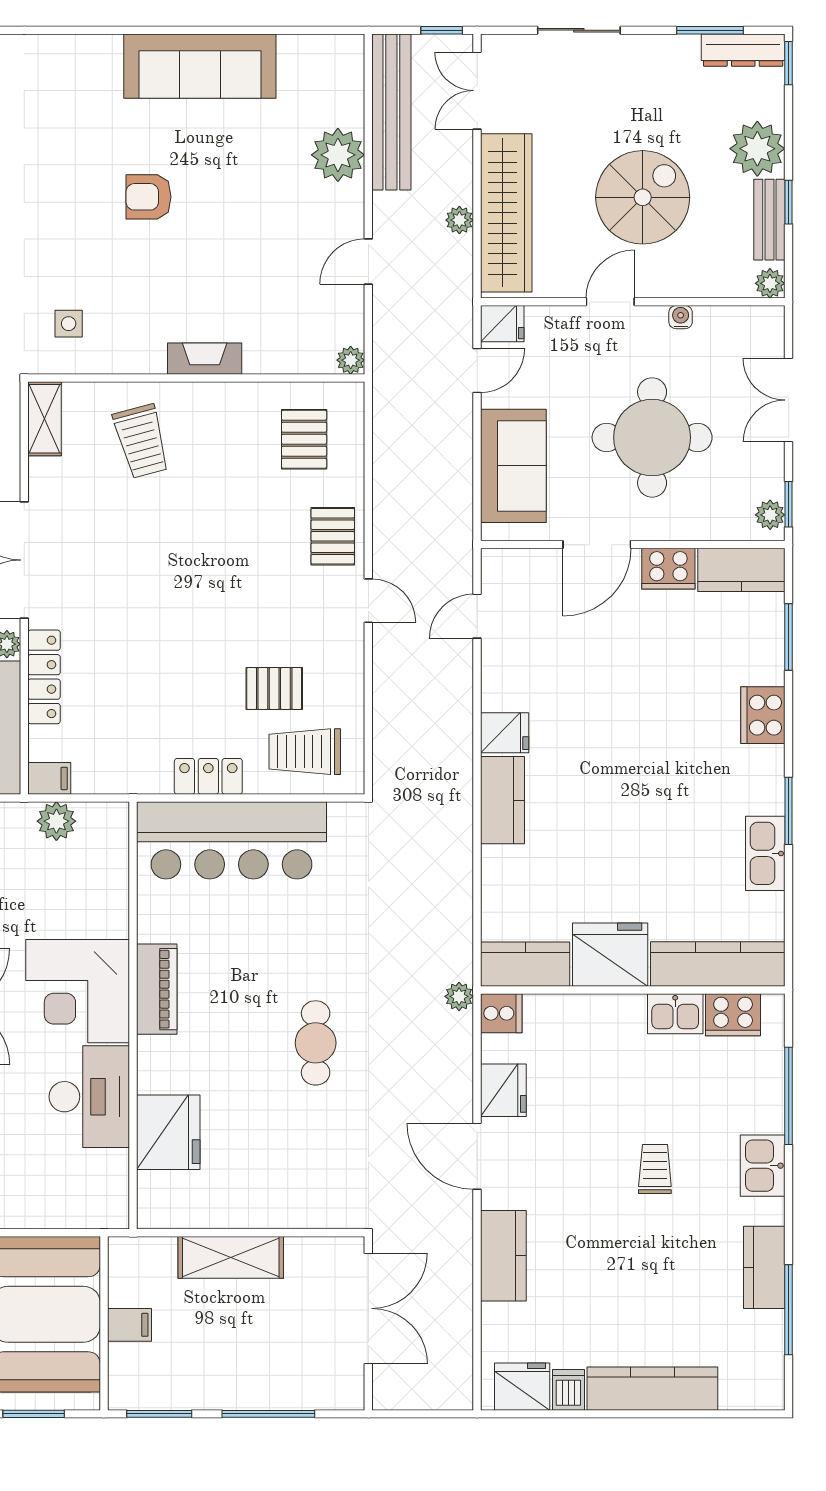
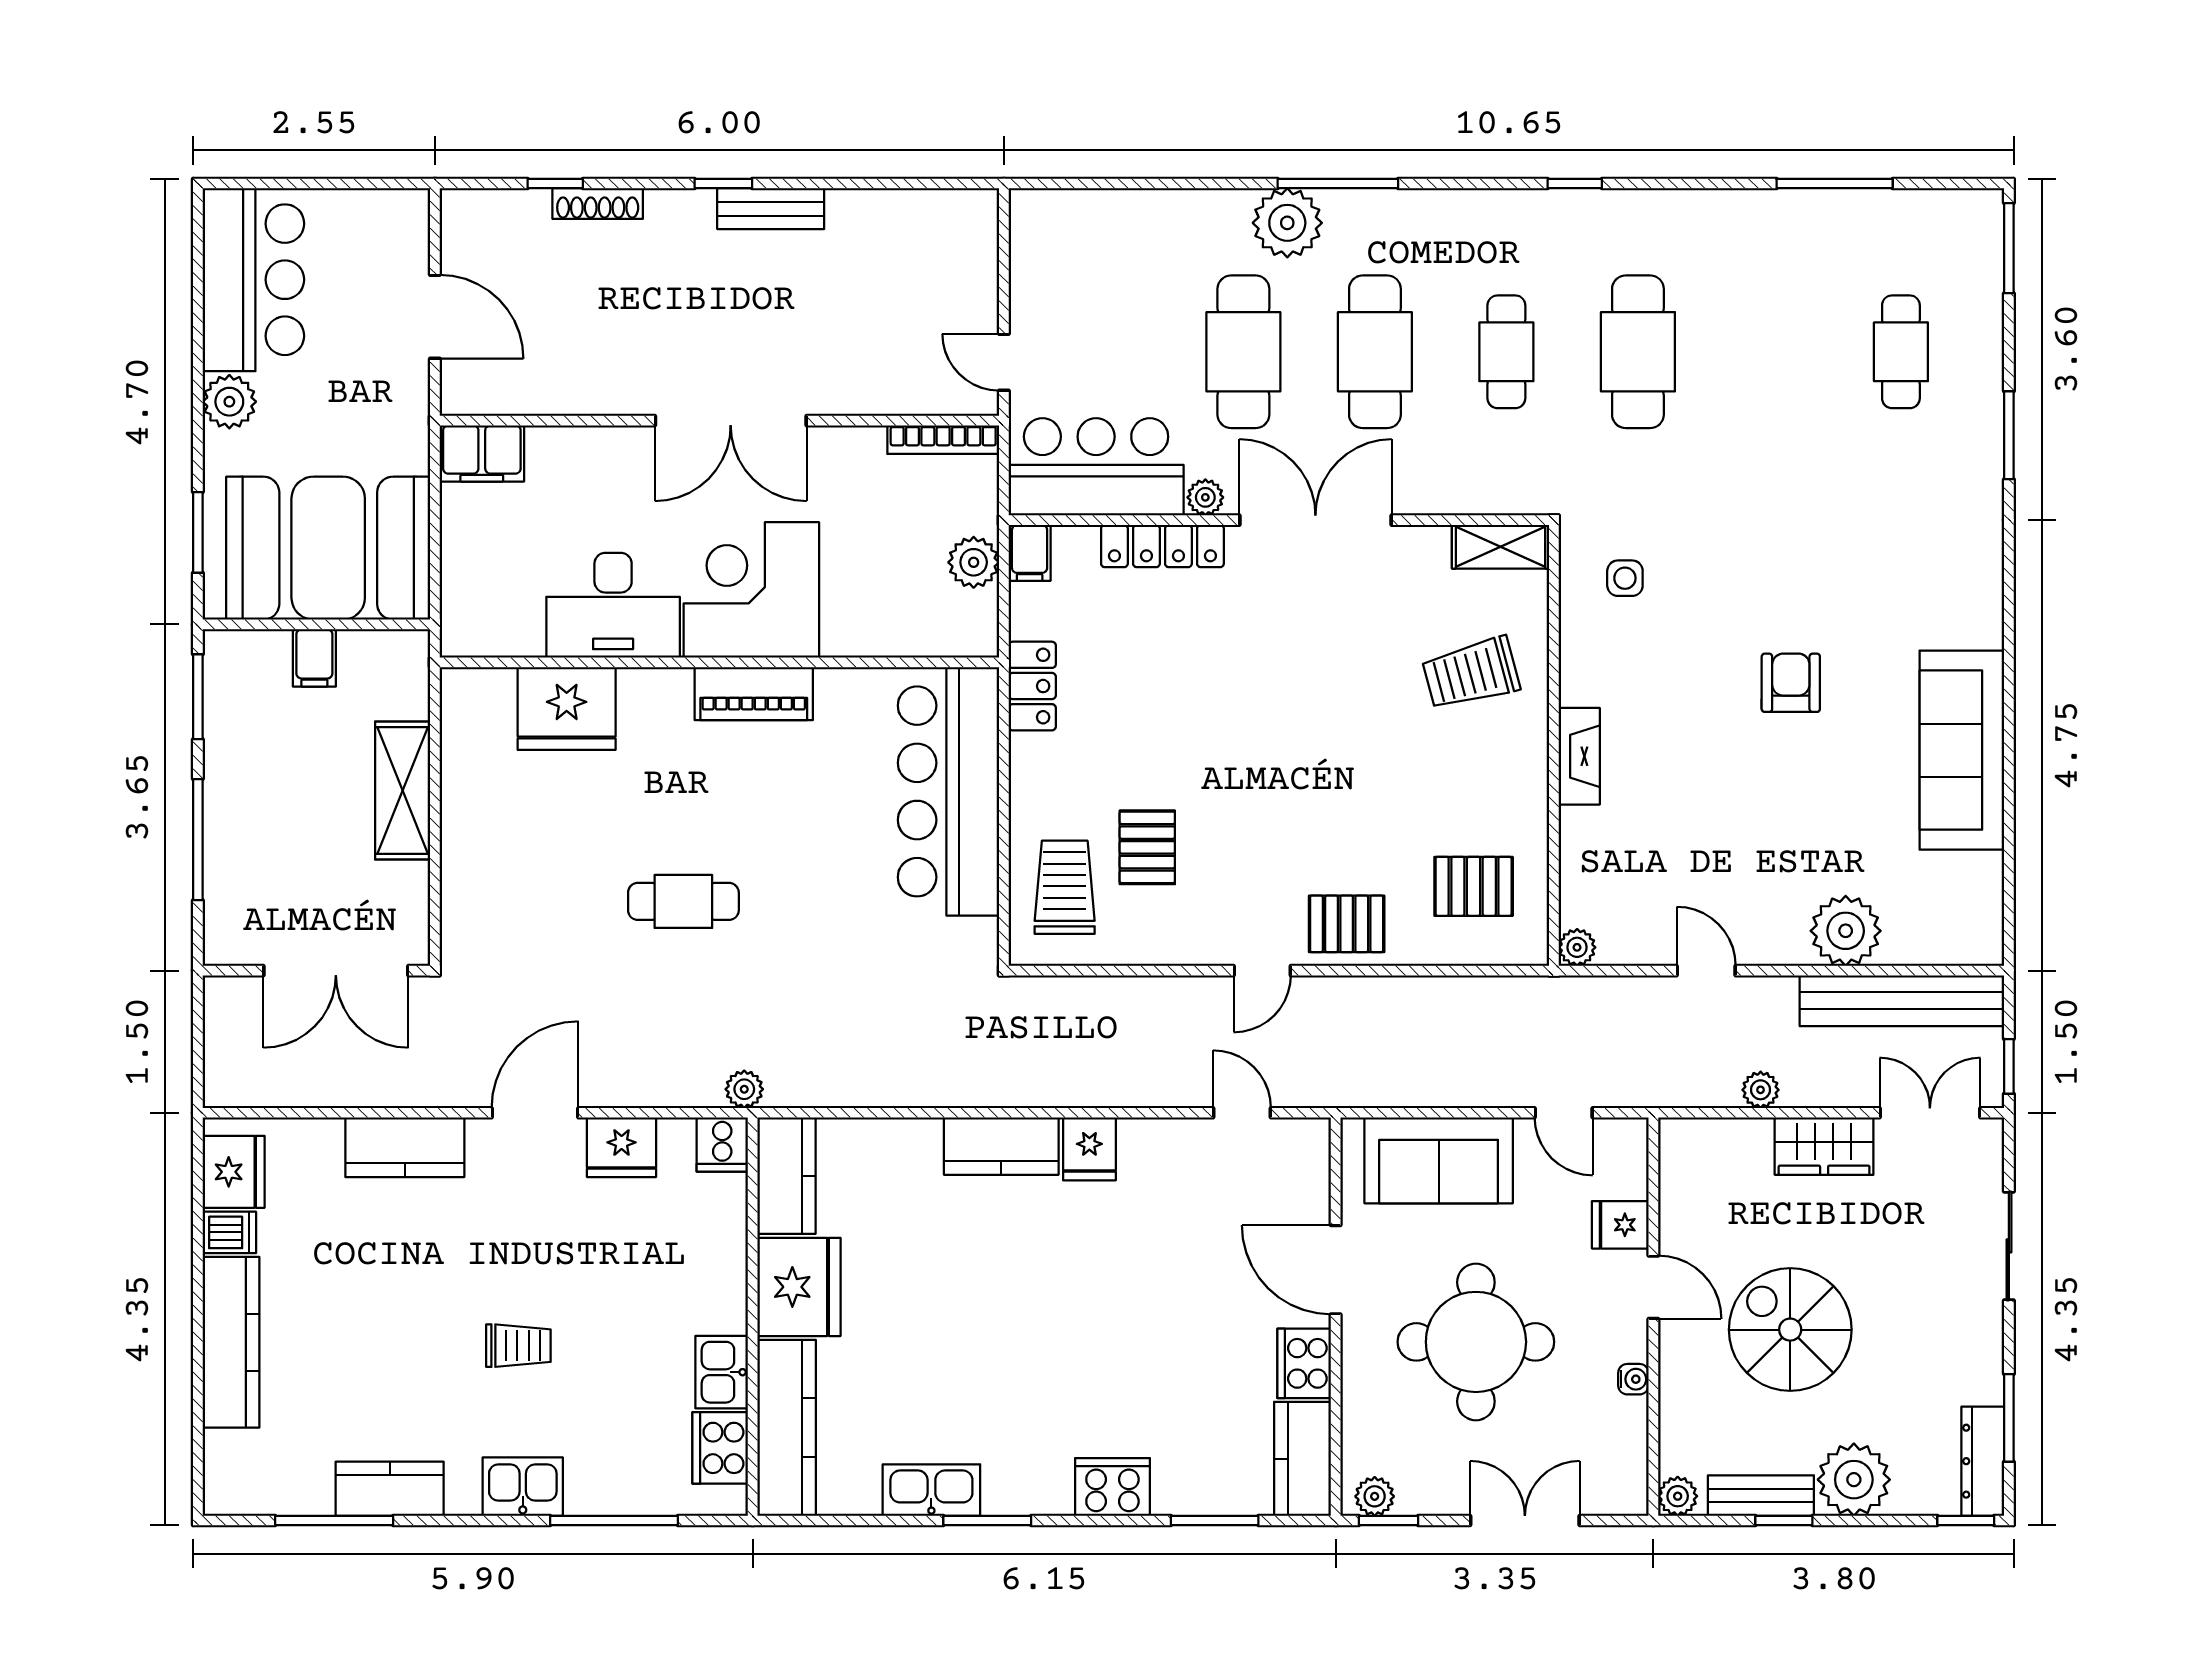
spiral stairs: (643, 197) -> (1790, 1330), turned 180
wardrobe: (506, 213) -> (1824, 1146), width x0.48, depth x0.85
fridge: (502, 324) -> (1620, 1225), moved, turned 90
locker: (208, 776) -> (1032, 686), moved

